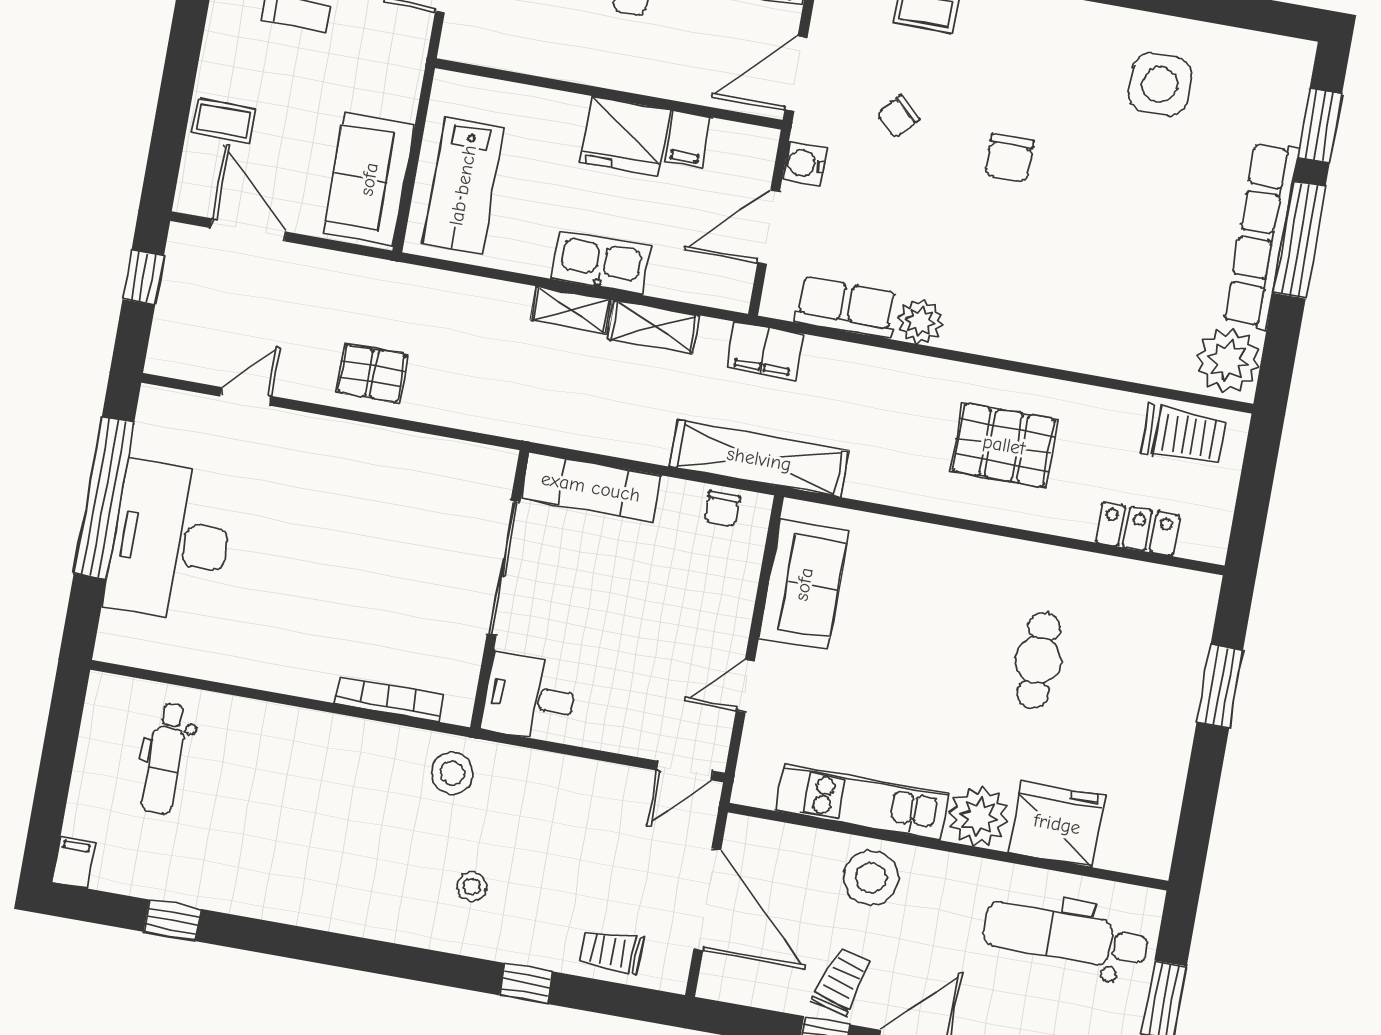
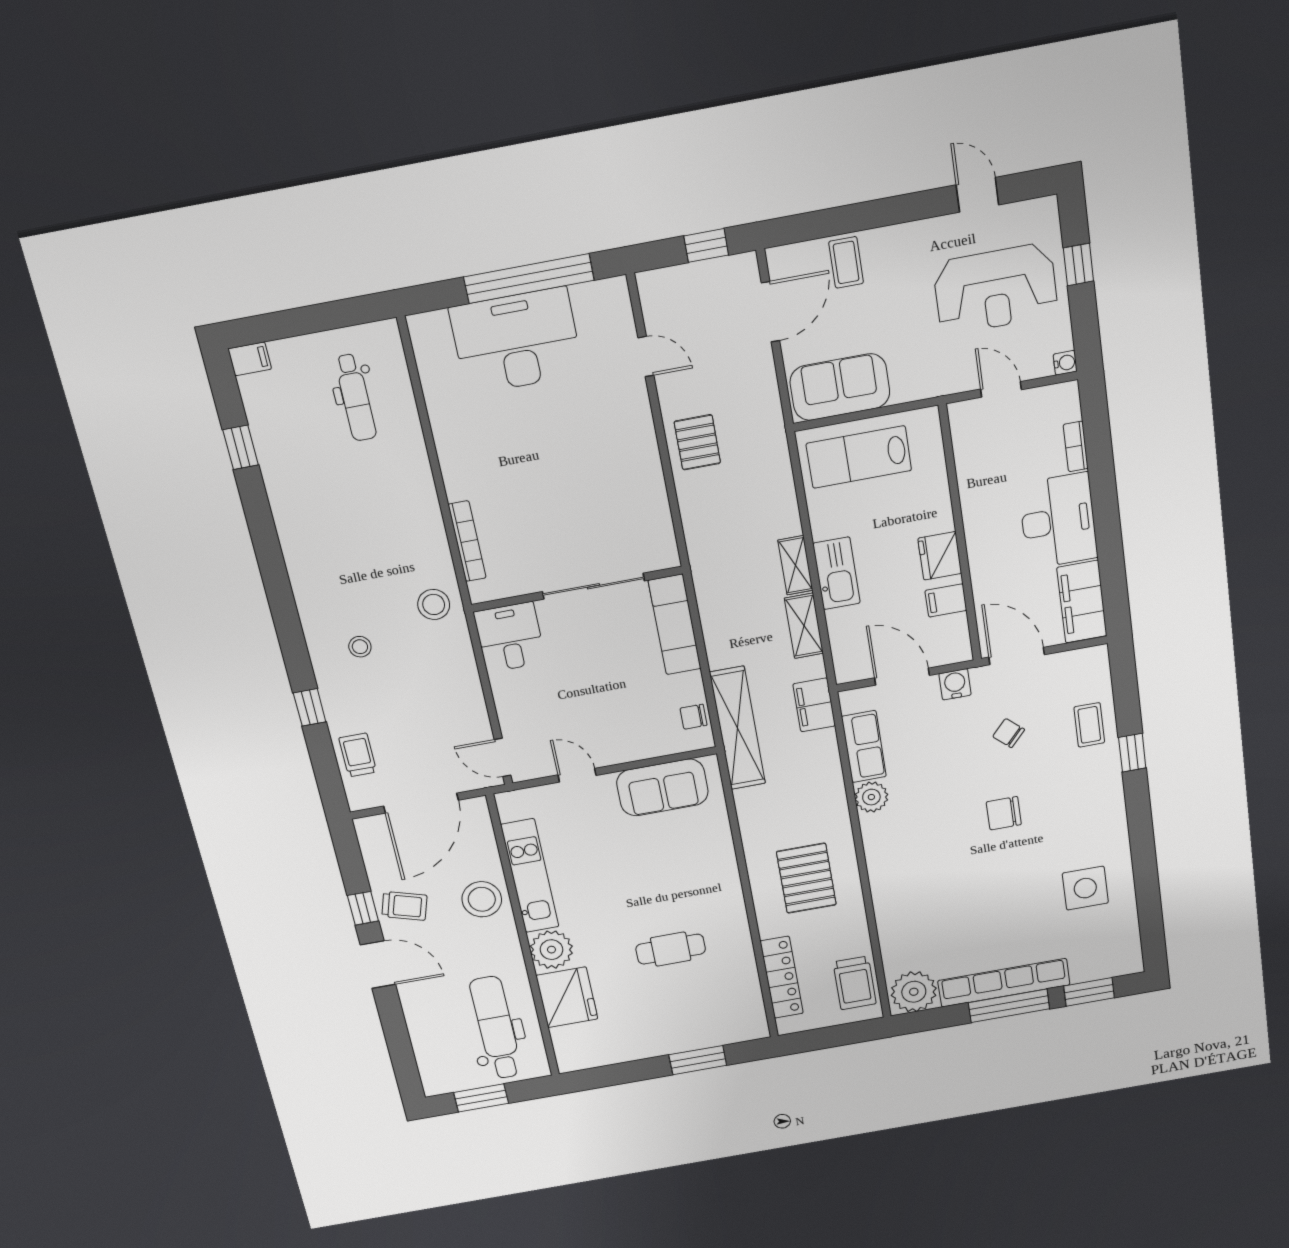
fridge: (625, 136) -> (940, 556), width x0.73, depth x0.75
locker: (1138, 529) -> (782, 977), width x1.53
dental chair: (165, 758) -> (355, 397), turned -90

